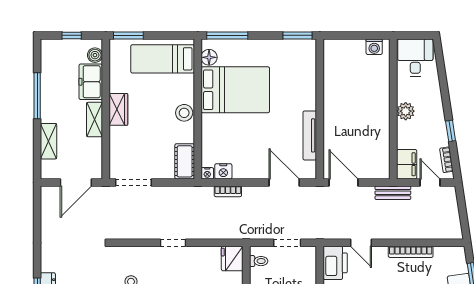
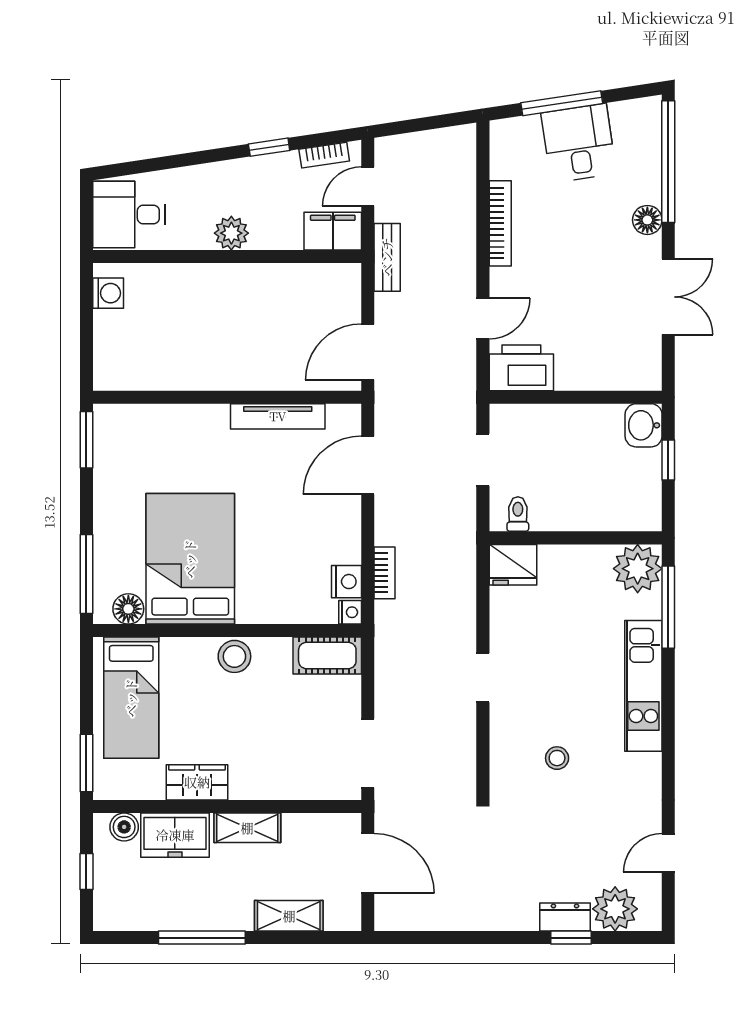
wardrobe: (118, 109) -> (197, 782), moved

